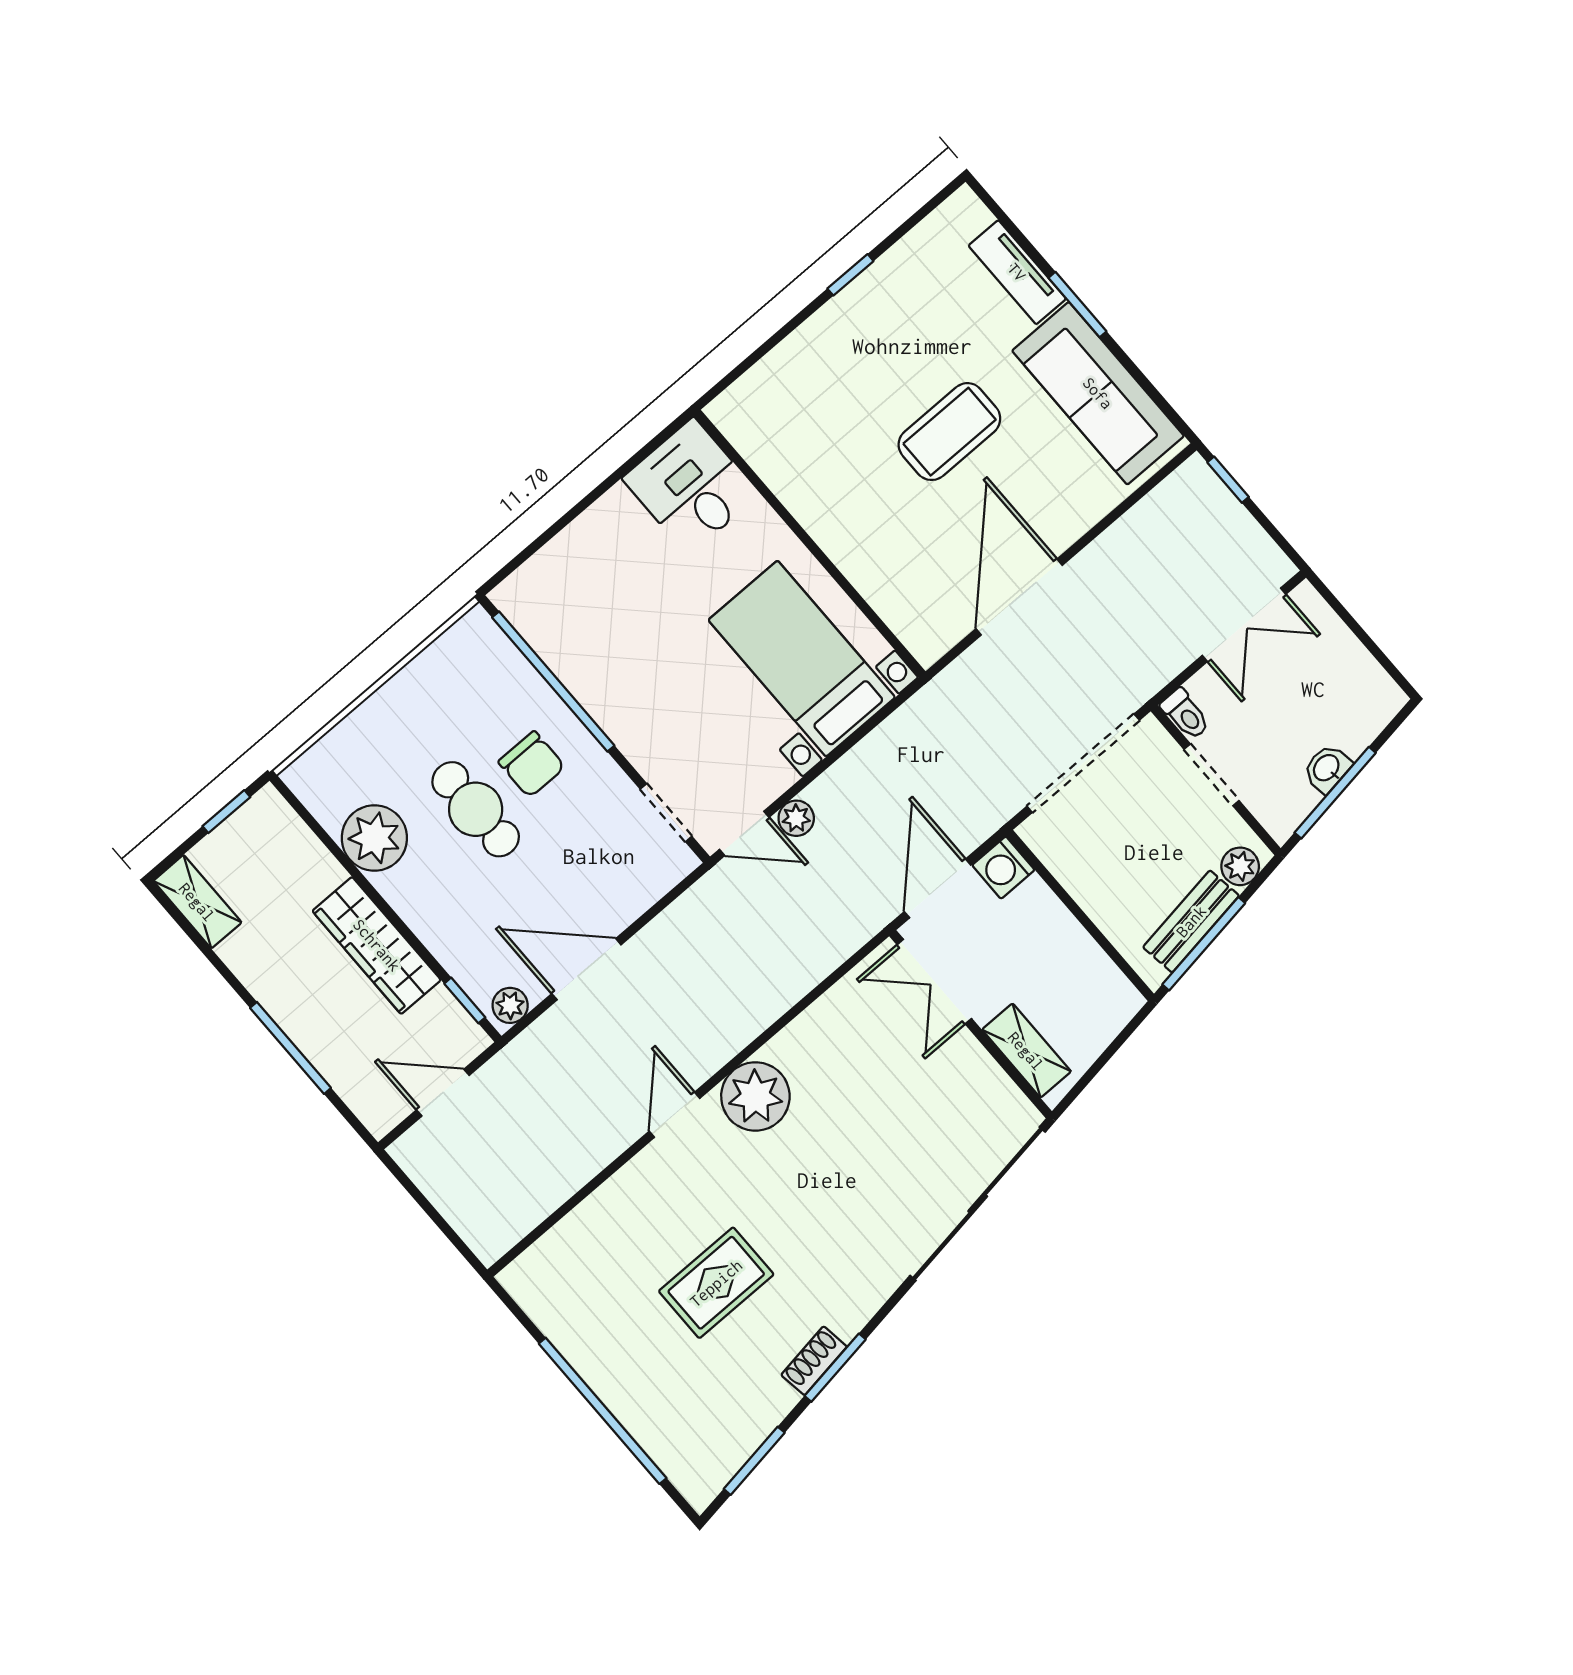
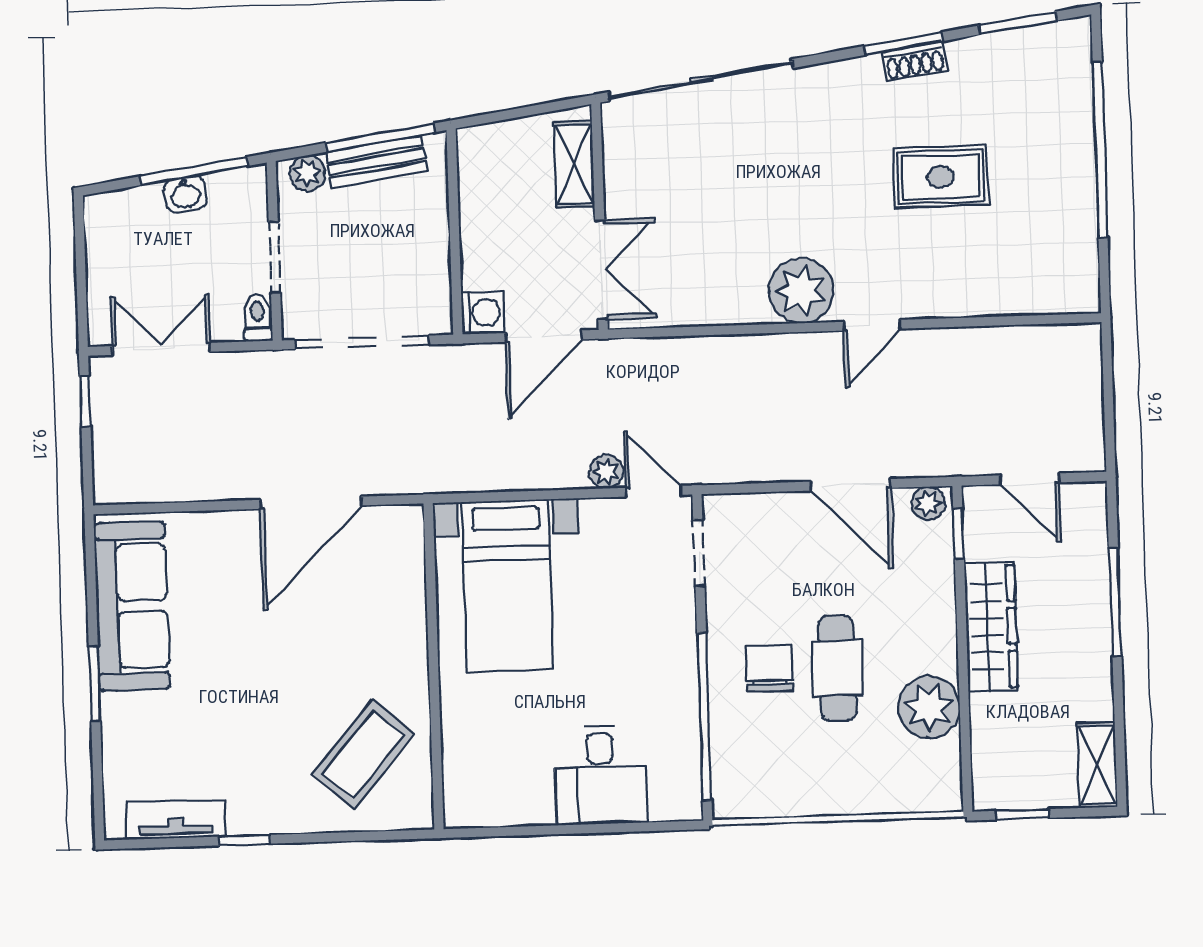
tv unit: (1017, 272) -> (175, 819), moved, turned -90
coffee table: (949, 432) -> (363, 755), moved, turned -49
window: (1228, 480) -> (85, 401), moved
desk: (691, 486) -> (601, 775), moved

